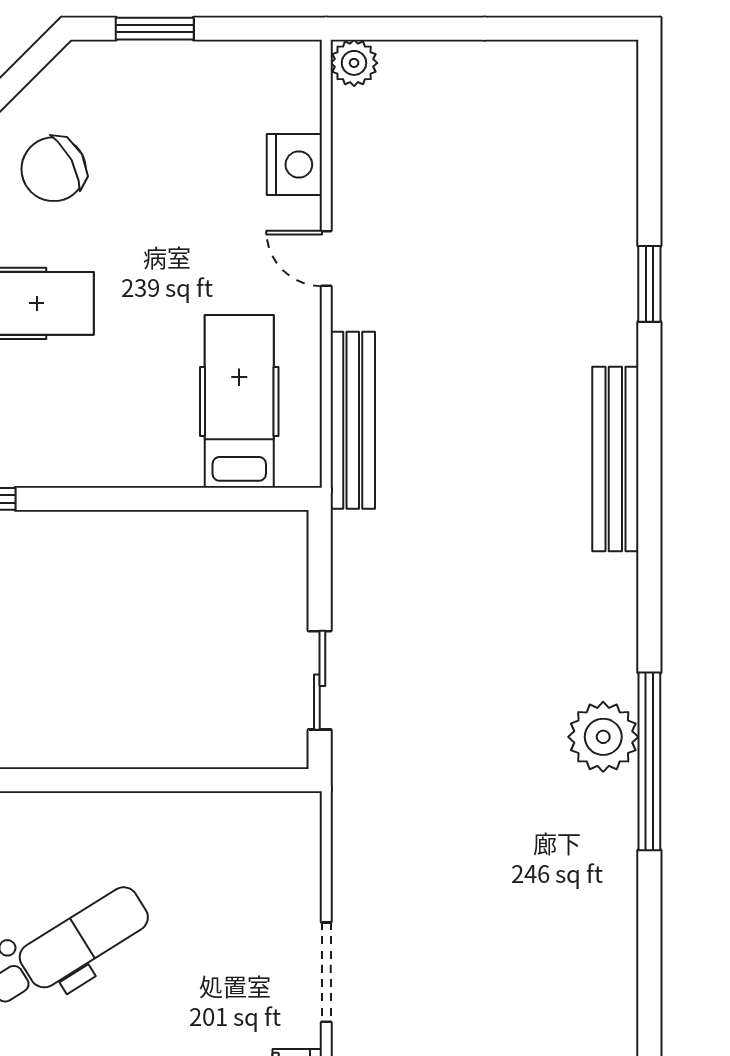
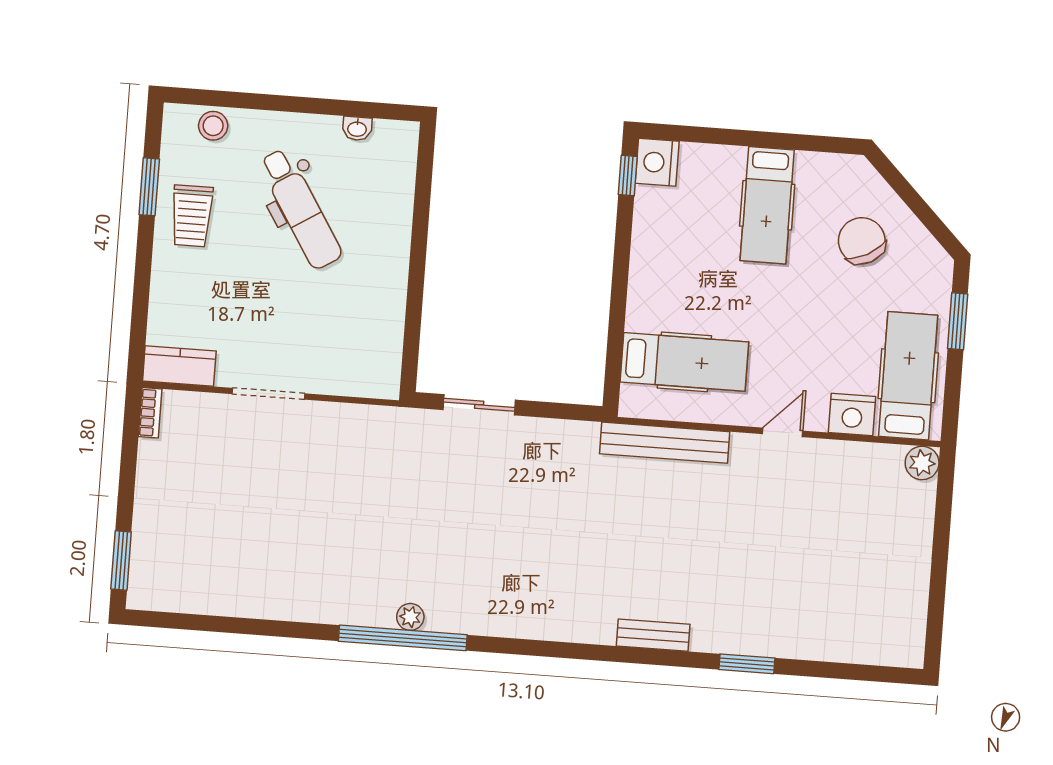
hospital bed: (235, 91) -> (908, 376), added
bench: (615, 459) -> (653, 635), width x0.54, depth x0.82
plant: (603, 737) -> (410, 617), width x0.53, depth x0.53

